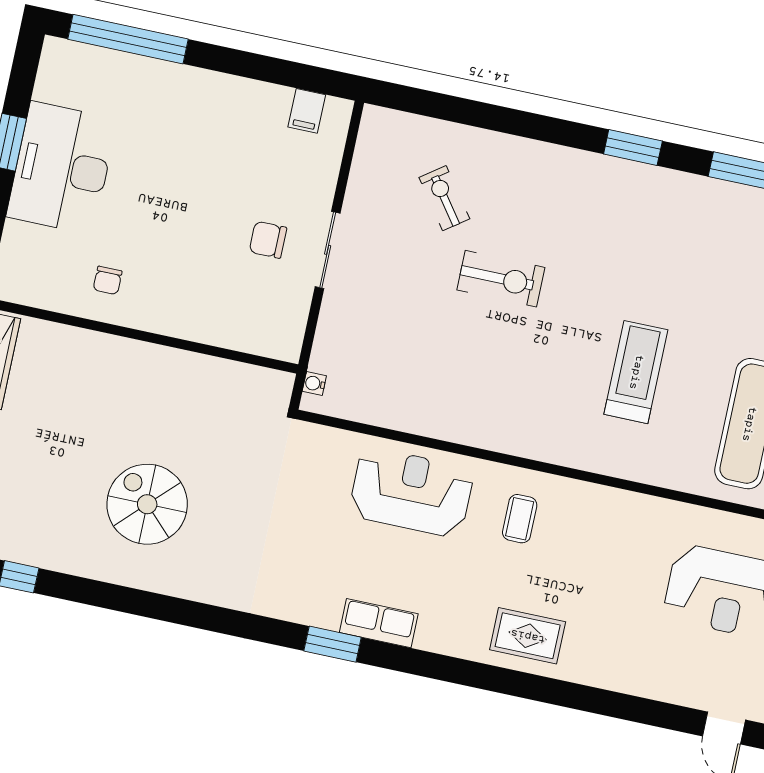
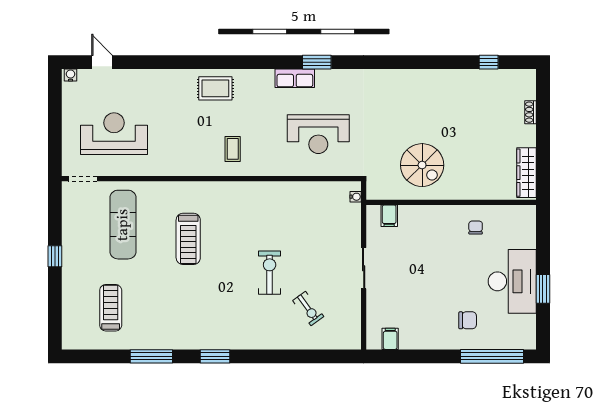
chair: (268, 240) -> (468, 320), moved
exercise bike: (501, 279) -> (270, 273), turned 90
filing cabinet: (261, 336) -> (389, 216), added
reception desk: (411, 492) -> (318, 134), moved
spiral stairs: (147, 504) -> (422, 165), moved

